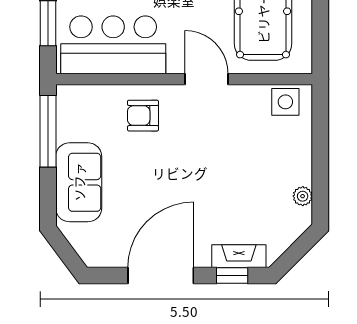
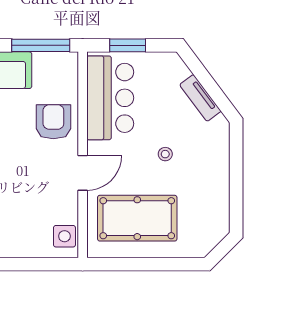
armchair: (143, 116) -> (53, 122), width x1.38, depth x1.38

